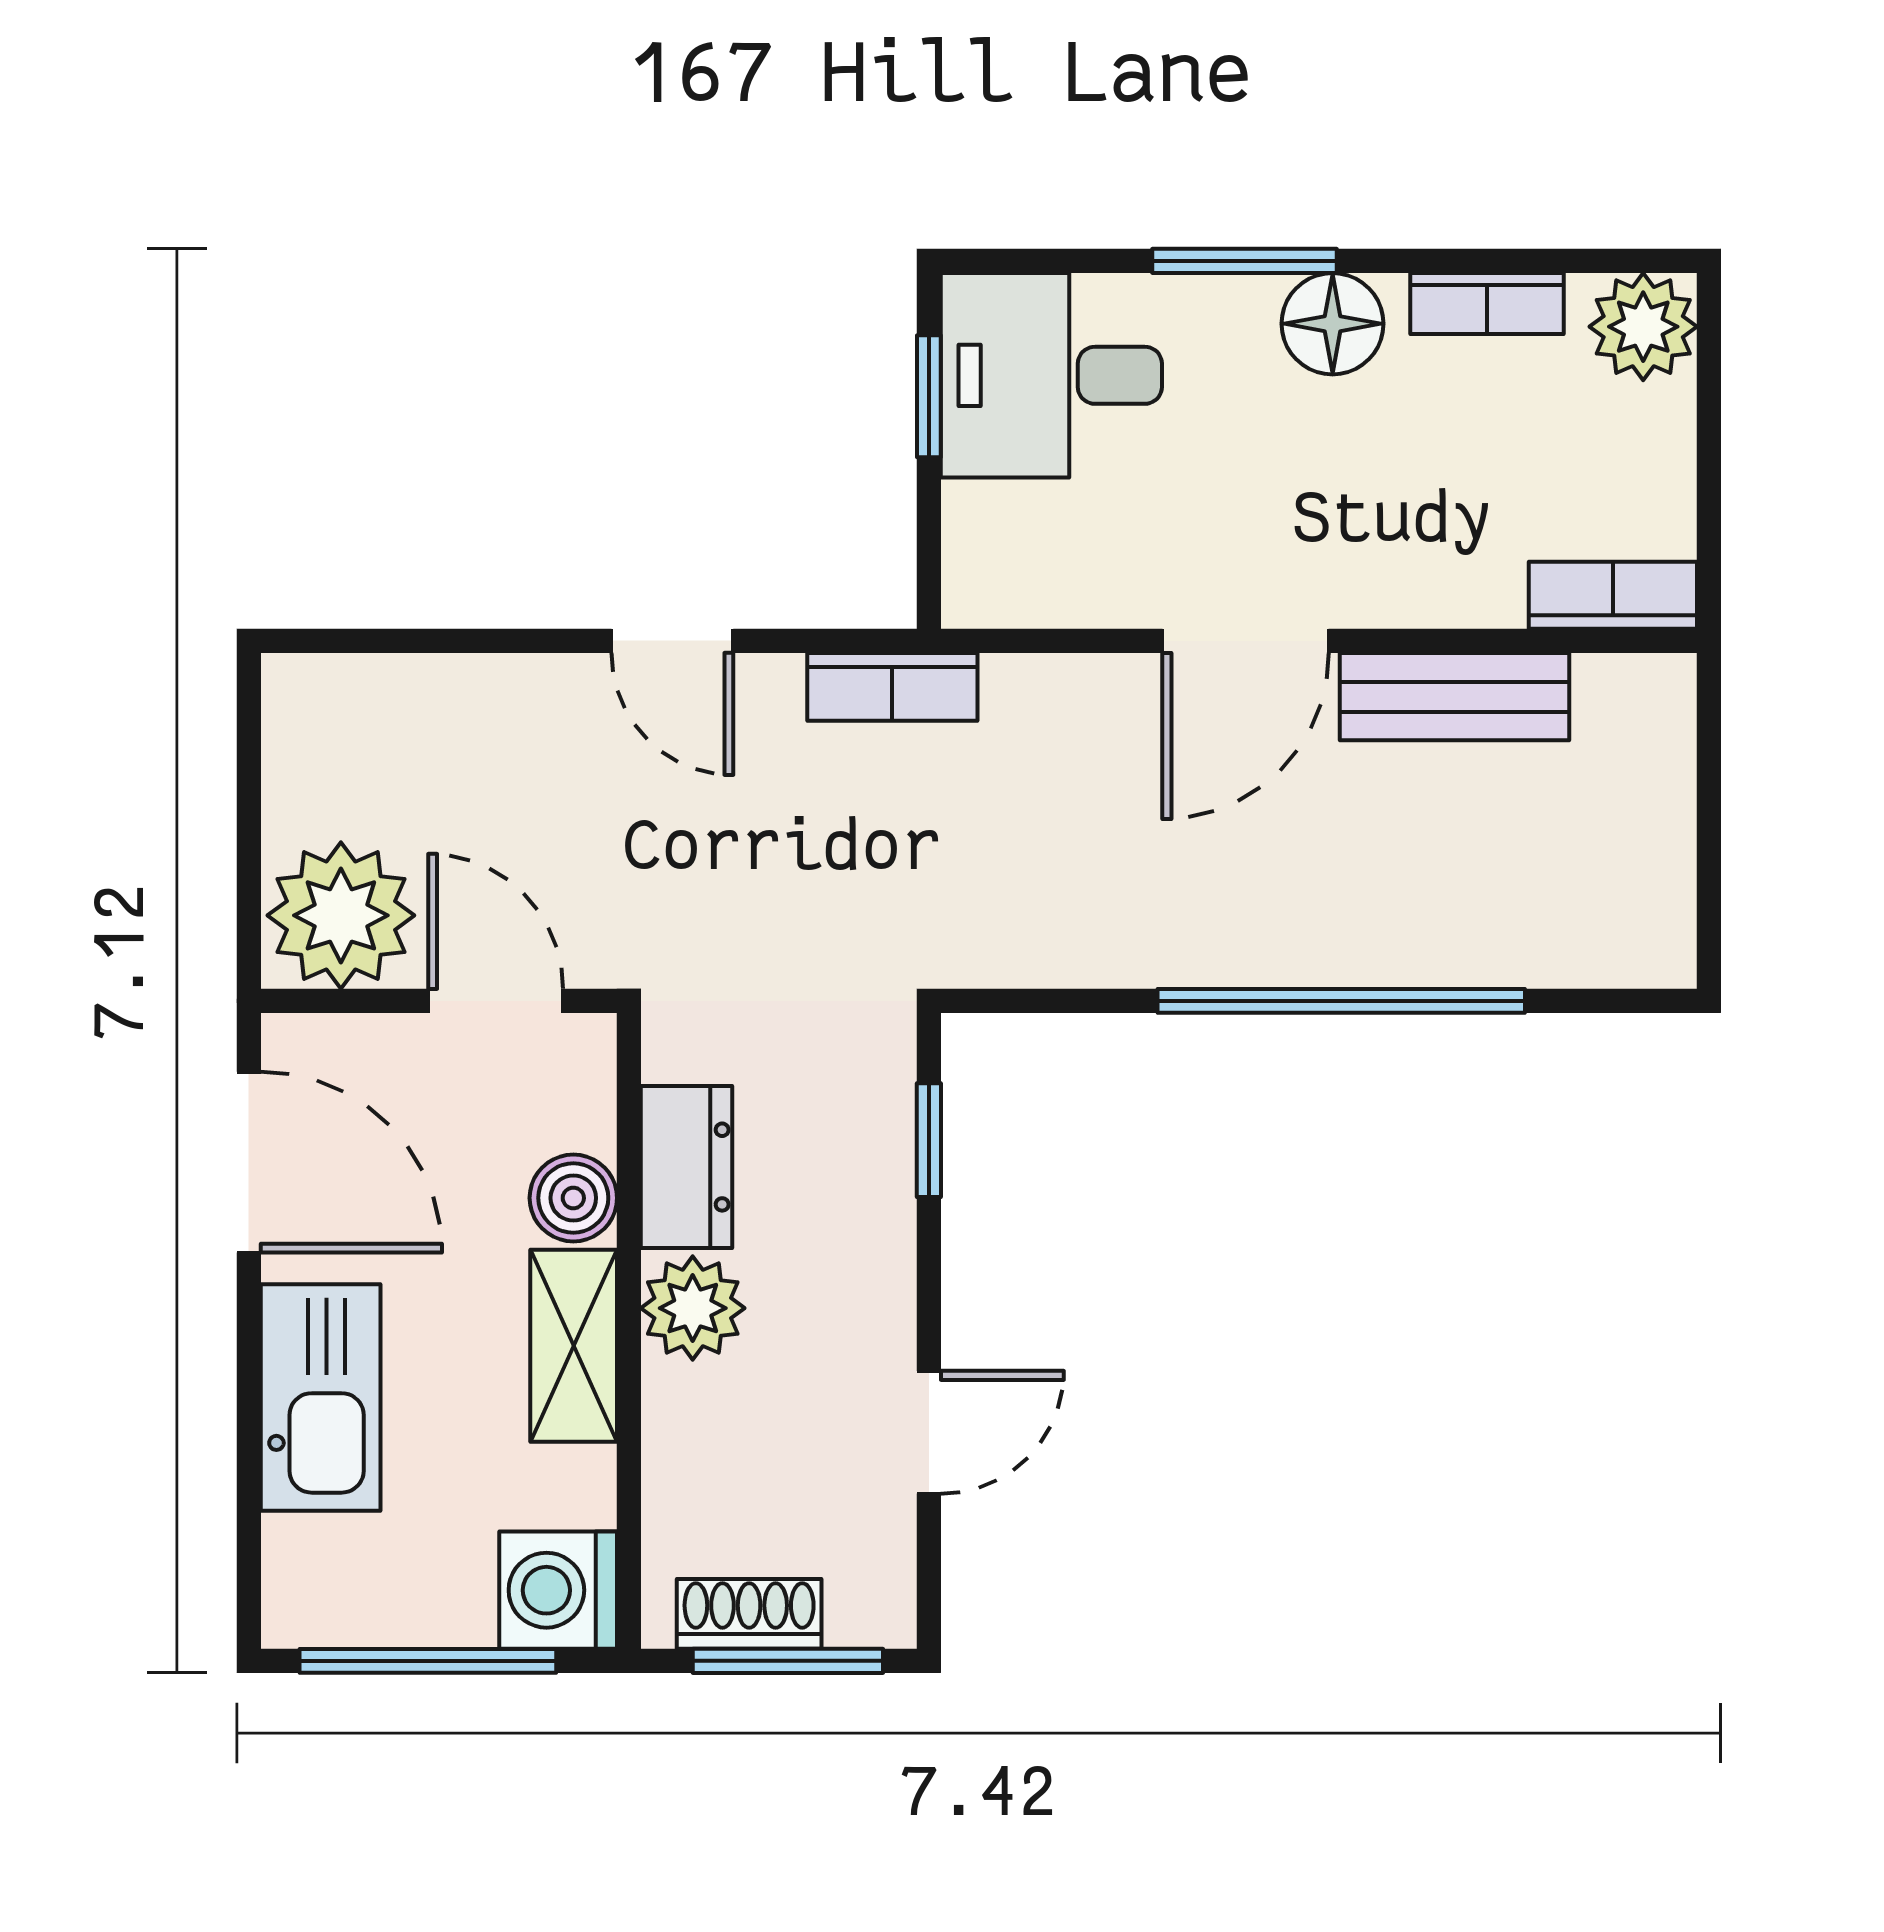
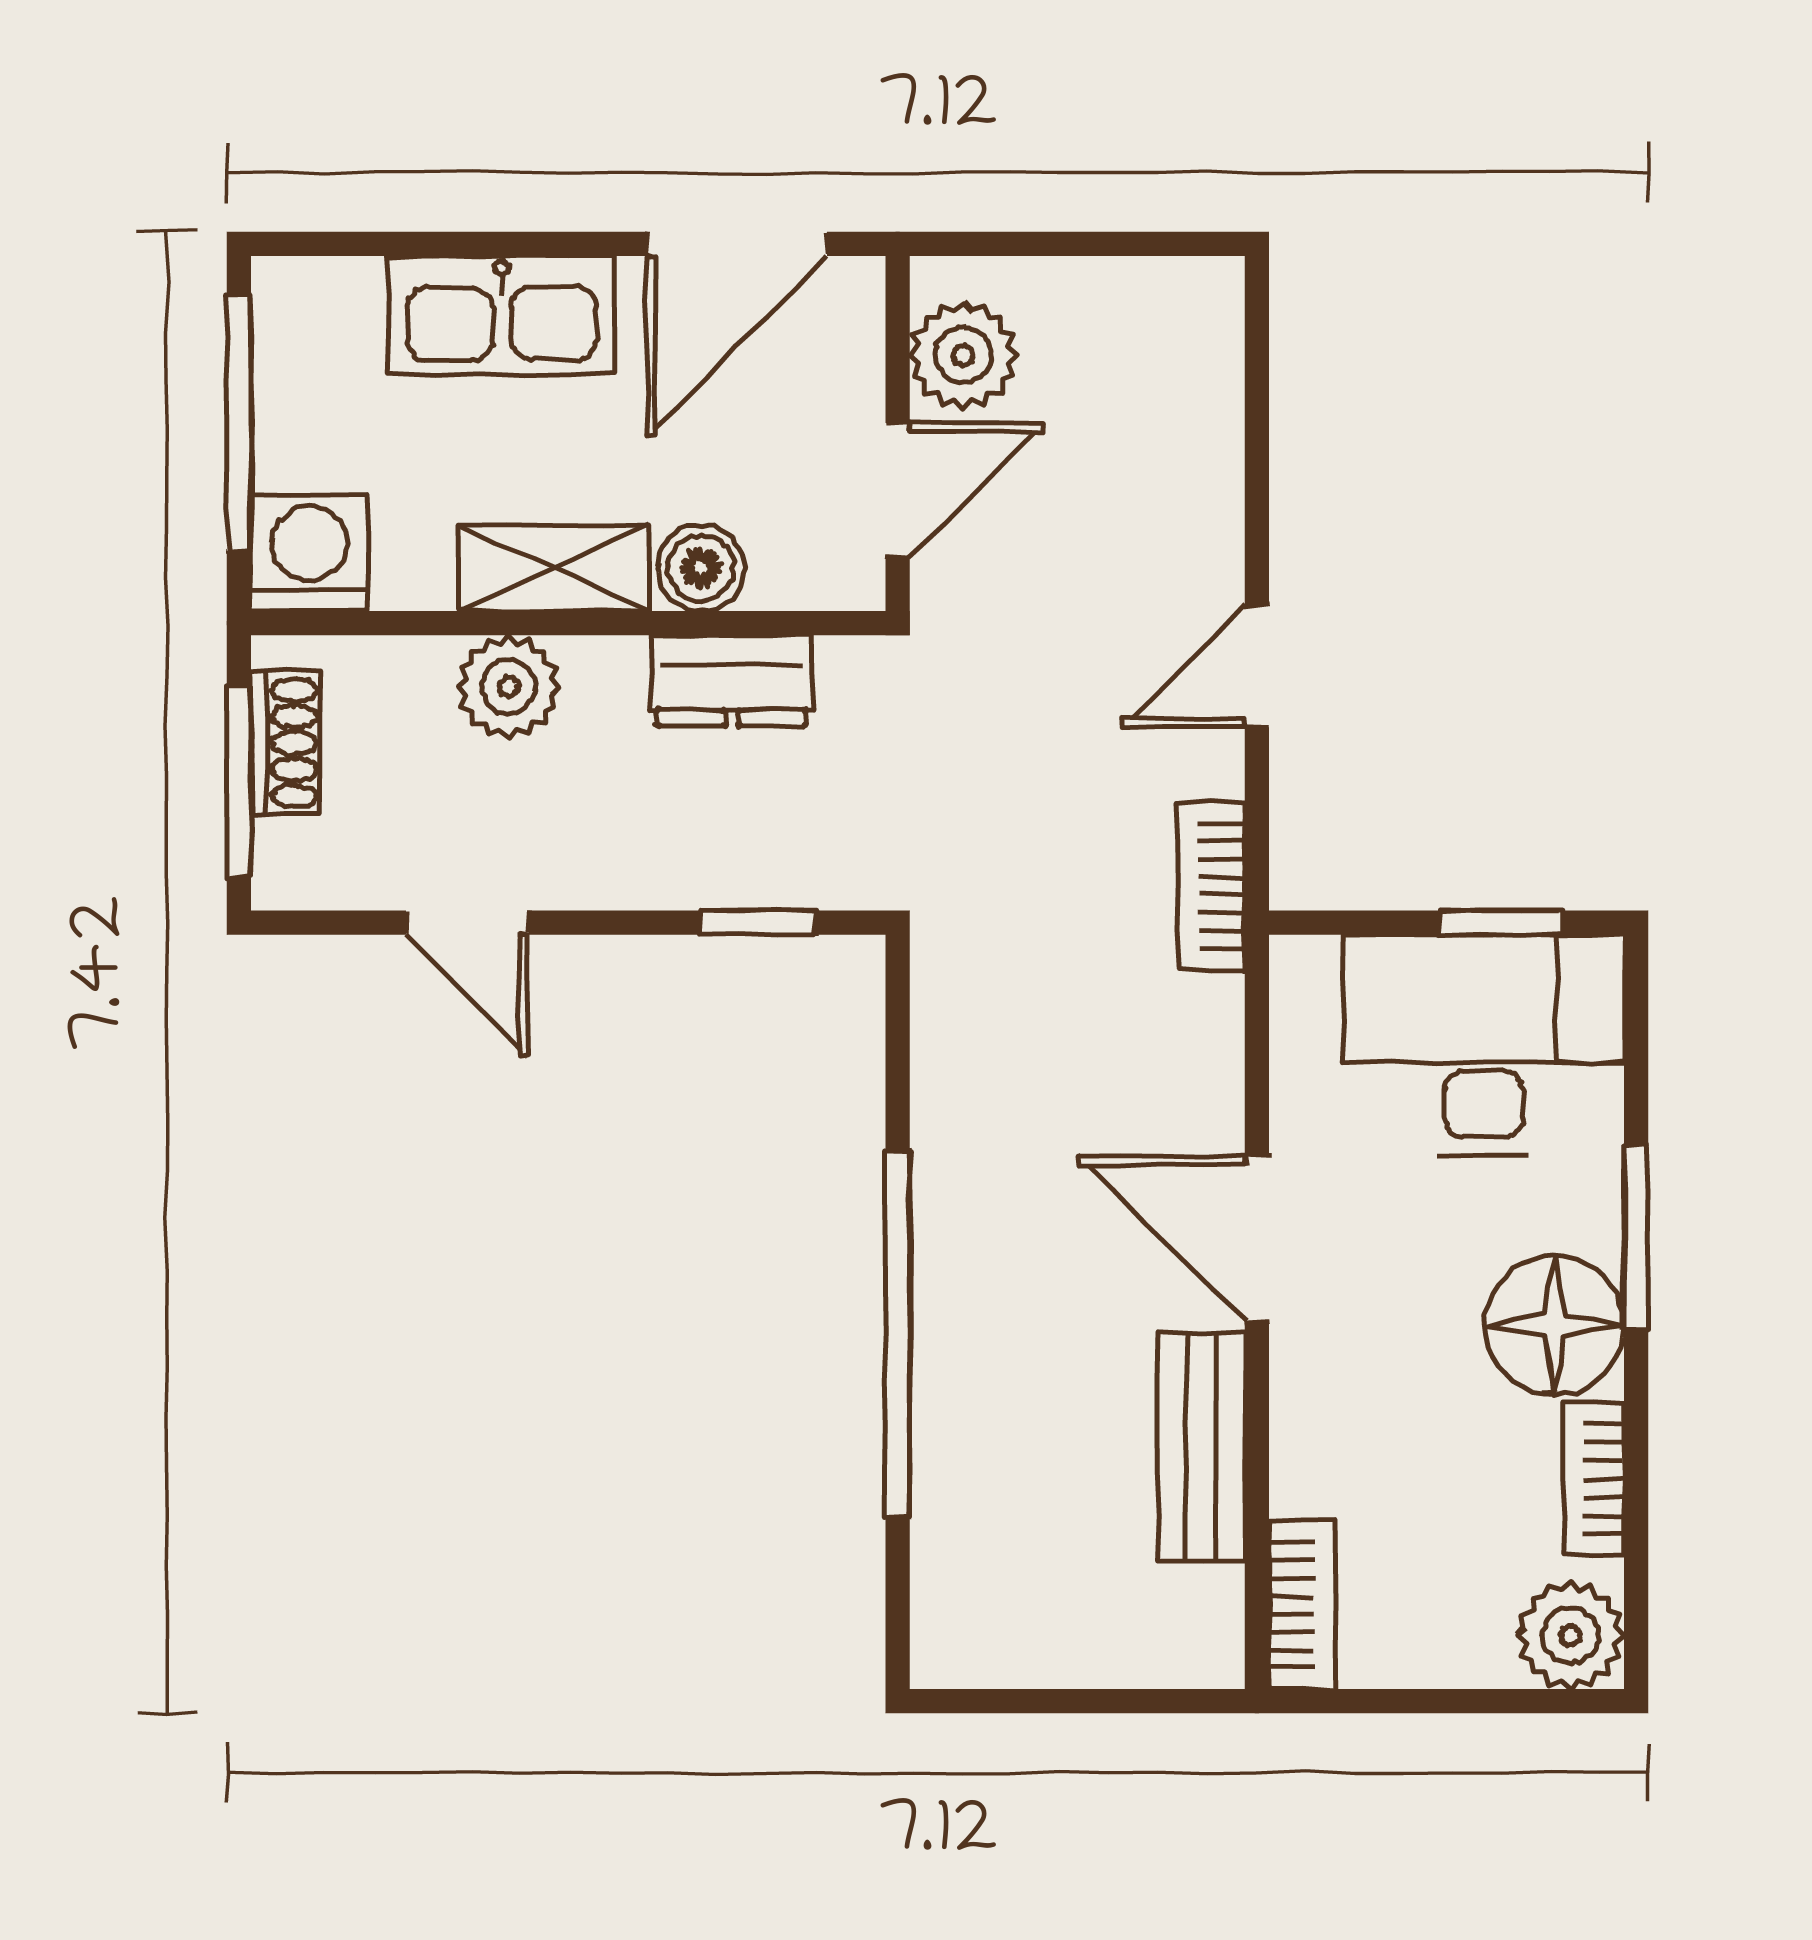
floor lamp: (1333, 324) -> (1554, 1325), width x1.38, depth x1.38
desk: (1051, 375) -> (1484, 1045), width x1.37
plant: (341, 915) -> (963, 355), width x0.73, depth x0.73
plant: (693, 1308) -> (508, 687), moved

